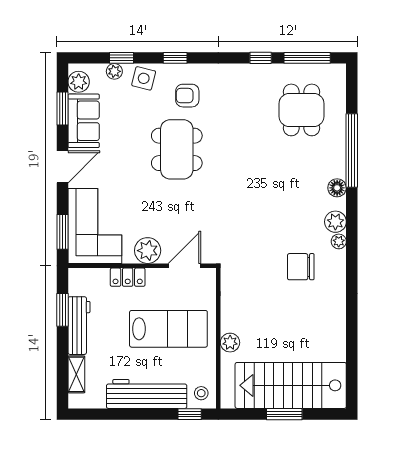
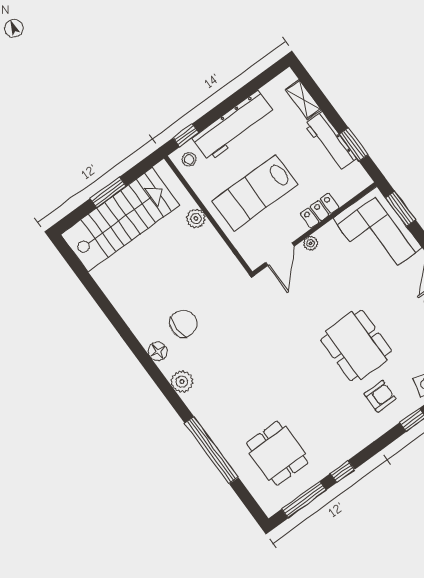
floor lamp: (337, 188) -> (158, 351), moved
plant: (339, 241) -> (167, 367), removed
plant: (148, 251) -> (311, 243), width x0.53, depth x0.53

